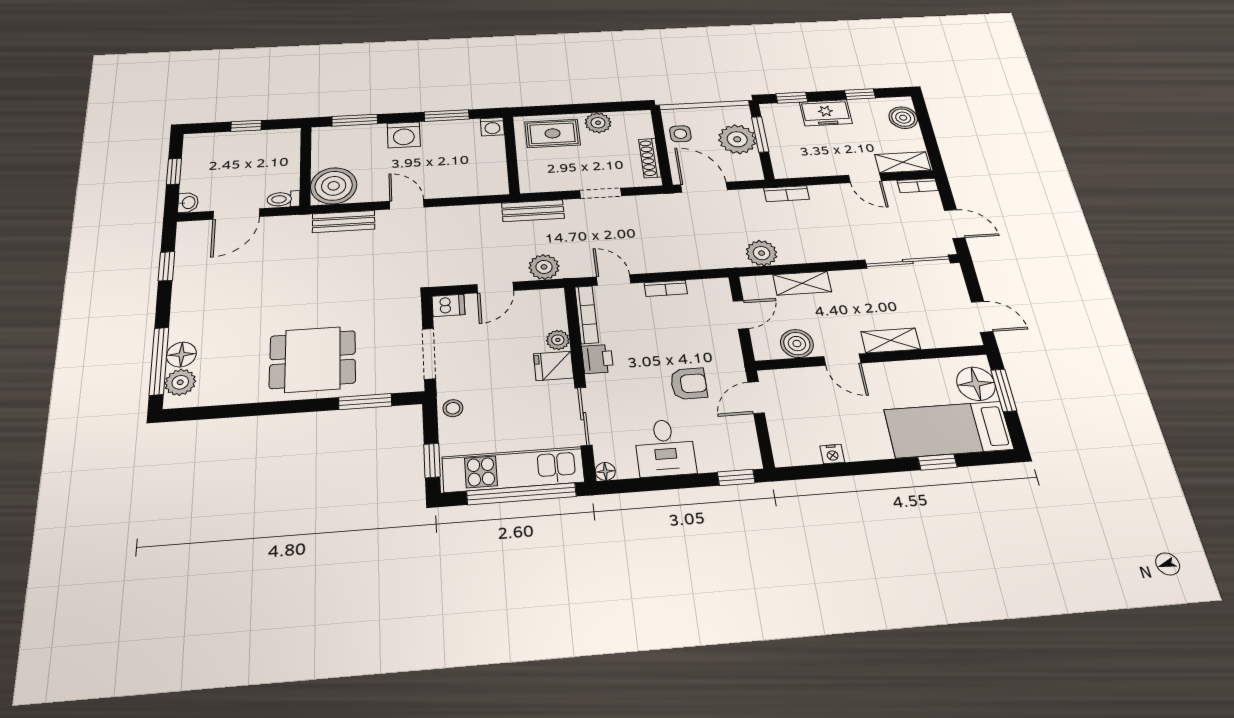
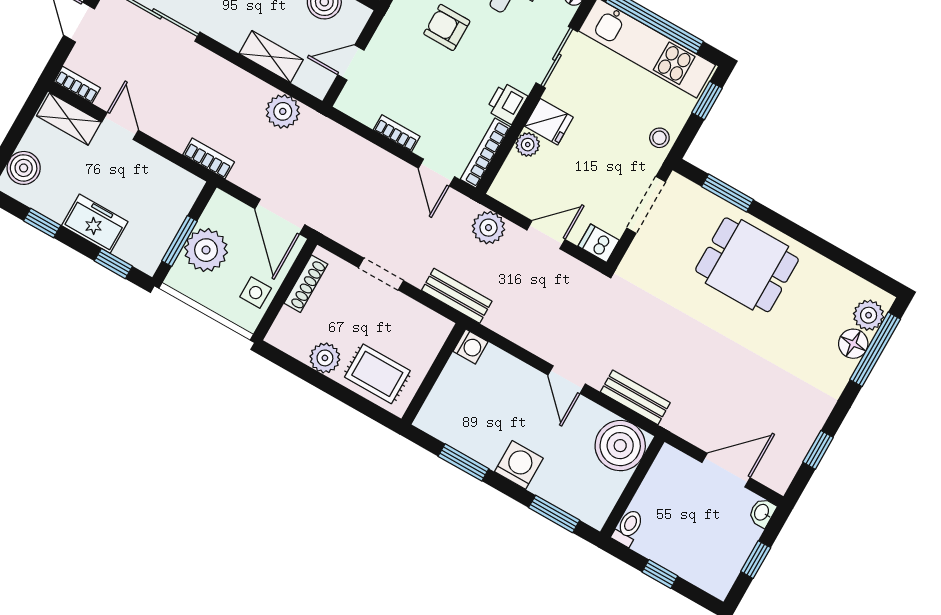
washing machine: (492, 127) -> (471, 347), moved, turned 90
toilet: (283, 199) -> (628, 528), moved, turned -90

